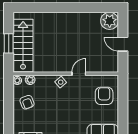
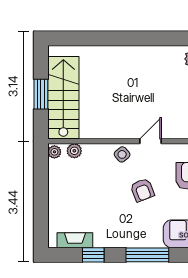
armchair: (27, 102) -> (142, 190), moved

